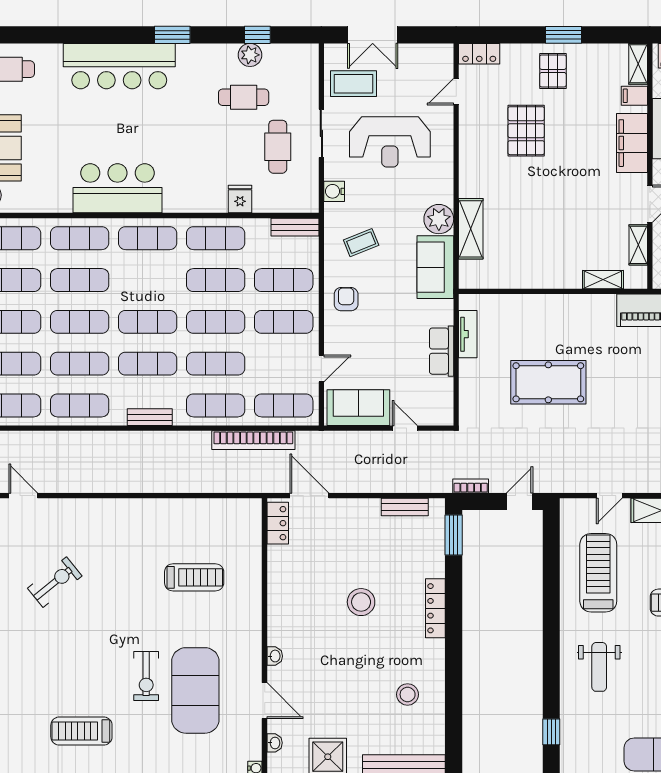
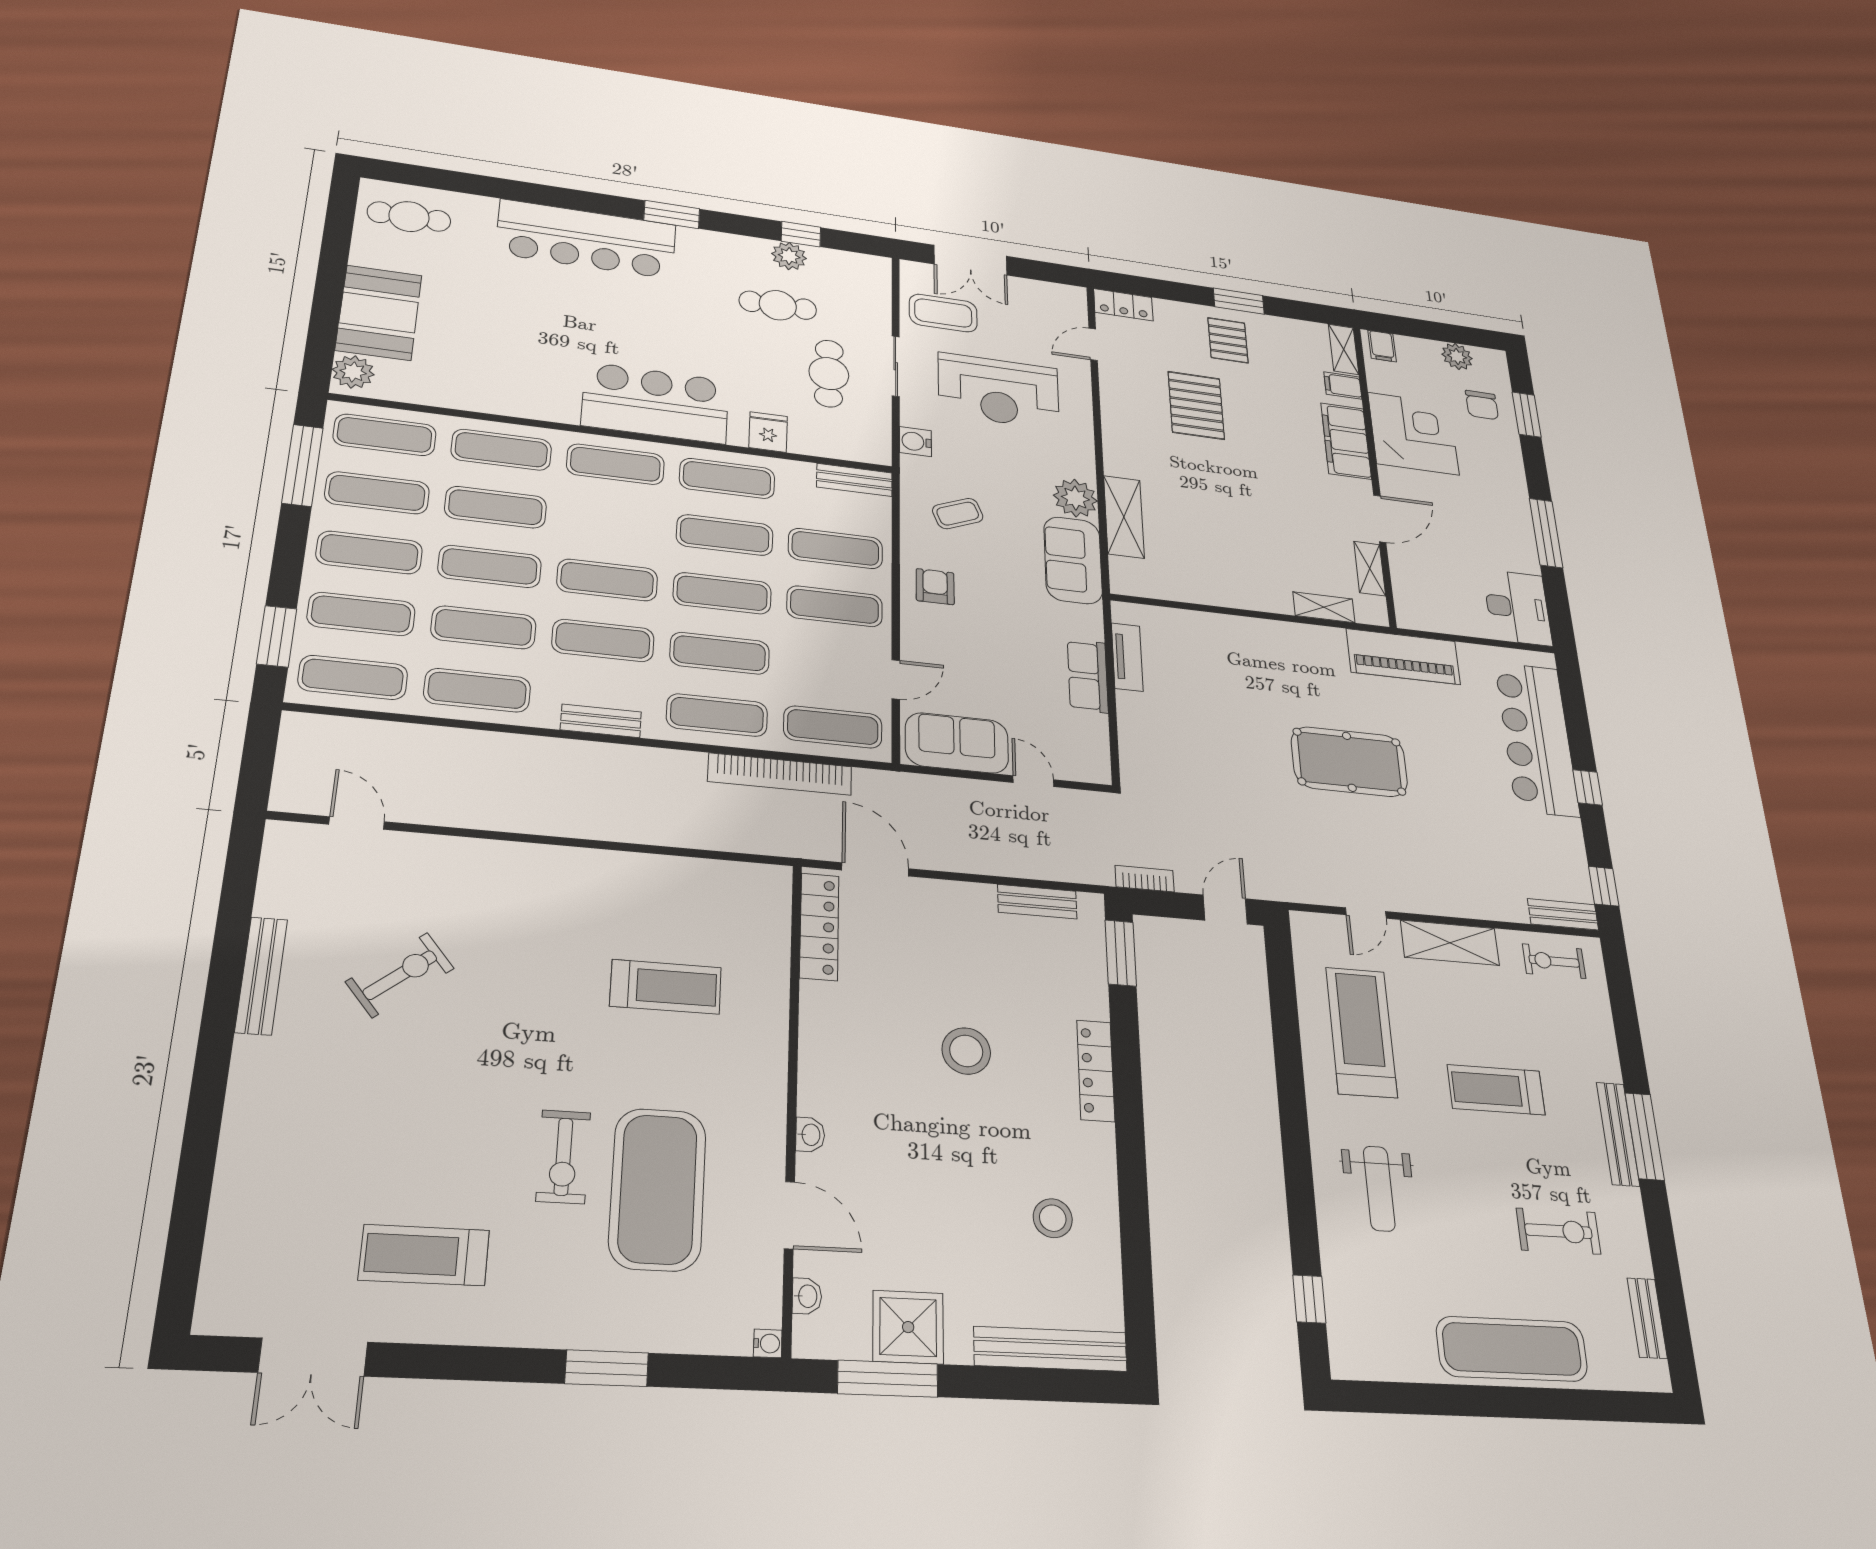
bar counter: (118, 188) -> (656, 403), moved
pool table: (548, 382) -> (1349, 762), moved
locker: (278, 523) -> (819, 927), width x1.53

